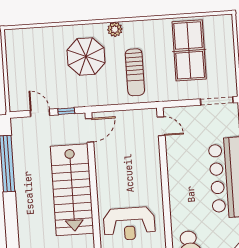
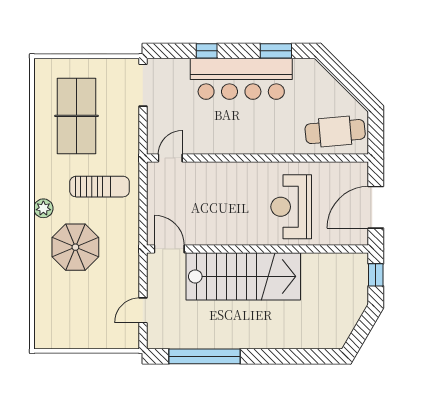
table tennis table: (189, 50) -> (76, 116), turned 90
window: (66, 111) -> (143, 277), removed
reception desk: (129, 224) -> (291, 207), turned 180

